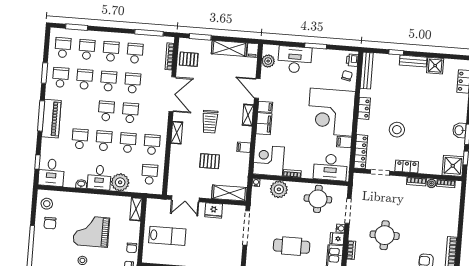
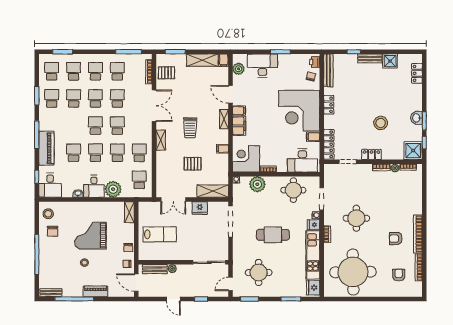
piano: (51, 119) -> (46, 148), moved
stool: (397, 130) -> (381, 123), moved

